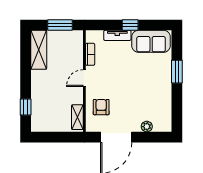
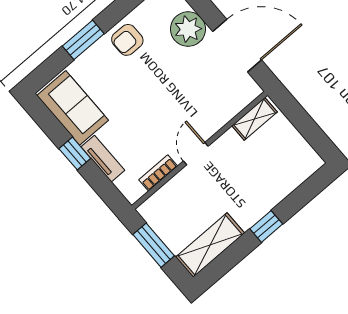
door: (84, 78) -> (196, 154), swing flipped
window: (26, 107) -> (266, 226), moved
armchair: (101, 107) -> (127, 40), moved
plant: (147, 127) -> (188, 29), width x1.87, depth x1.87

